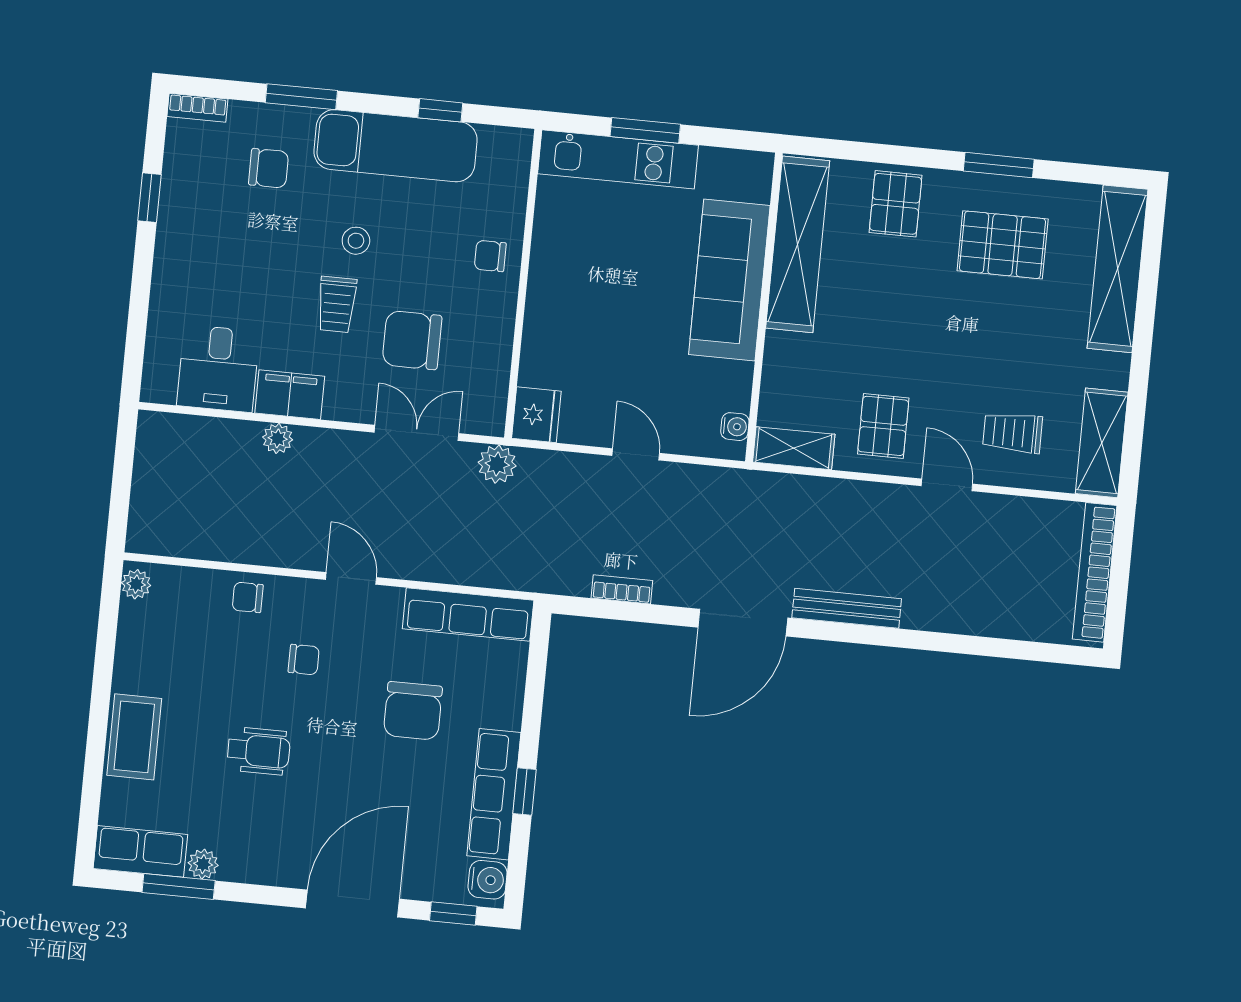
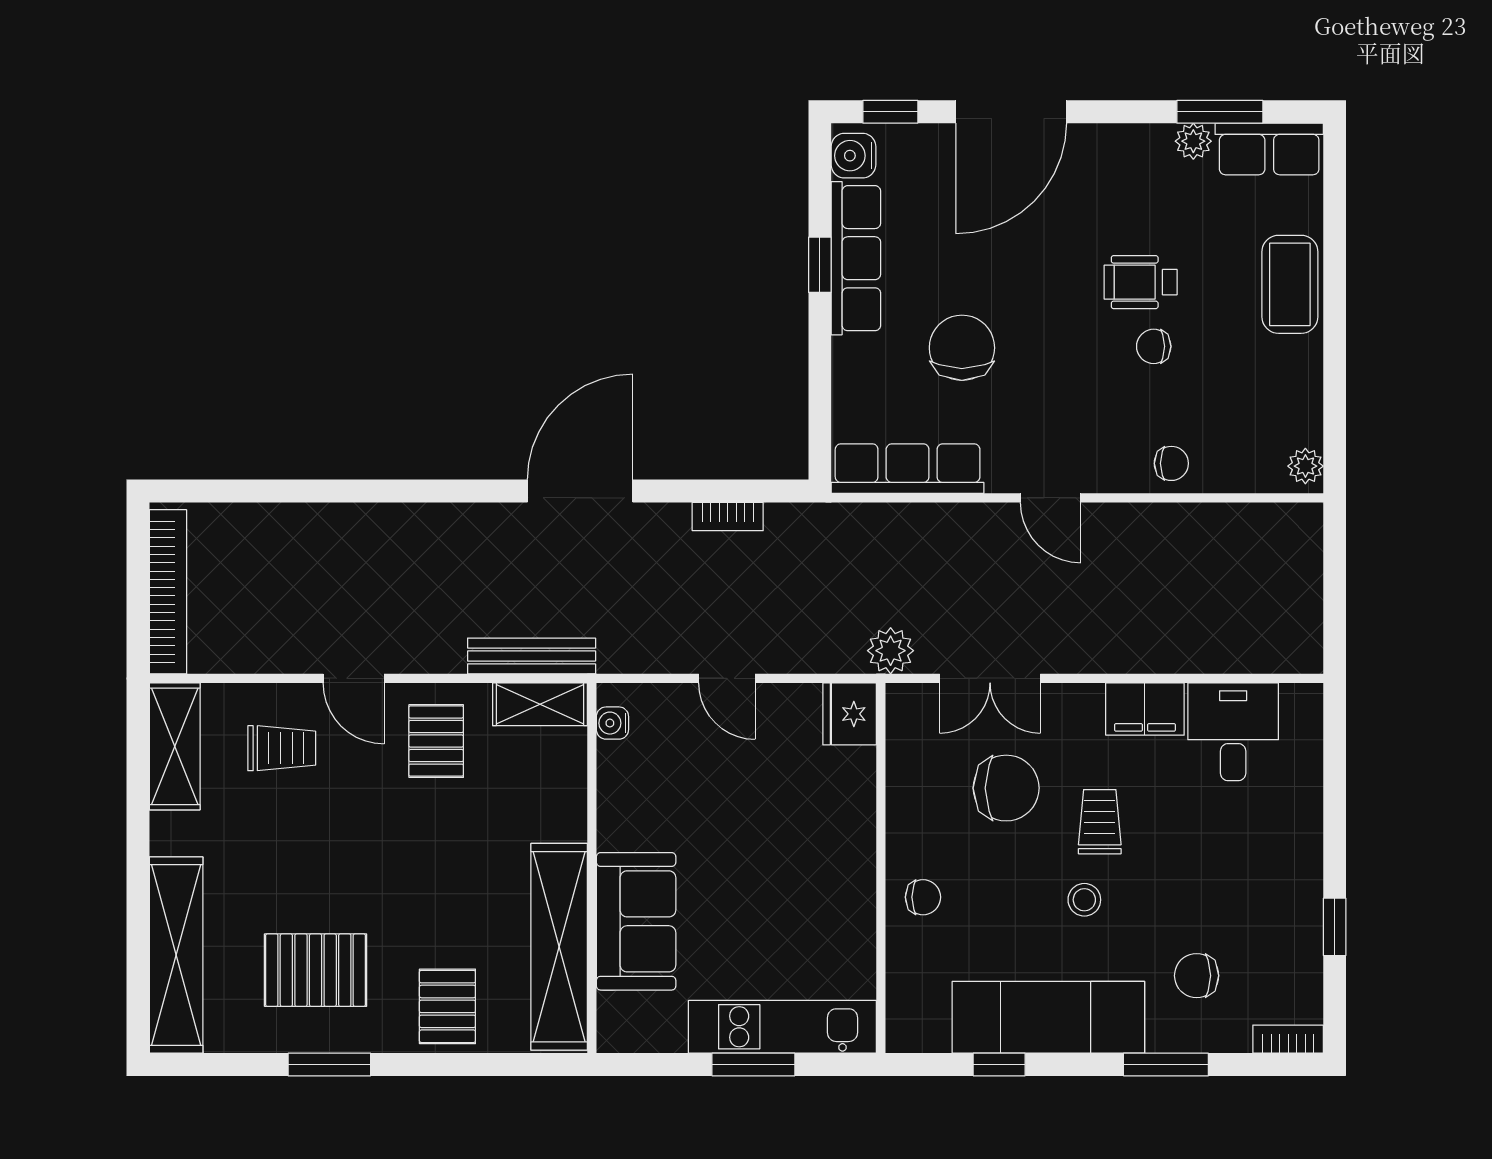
sofa: (729, 280) -> (636, 921), width x0.73
plant: (278, 438) -> (1154, 656), removed
bench: (847, 608) -> (532, 656), moved
chair: (304, 660) -> (1154, 346), moved

